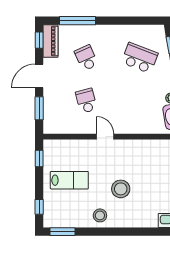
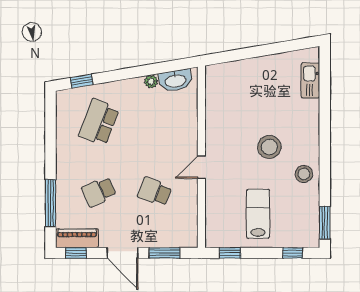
school desk: (86, 101) -> (155, 192), turned 36

